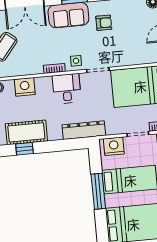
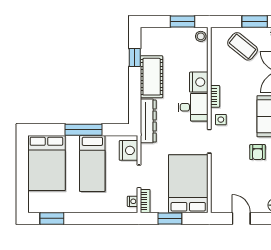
nightstand: (25, 87) -> (199, 82), moved
cot: (26, 132) -> (152, 77), moved

